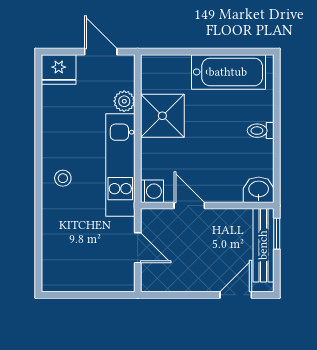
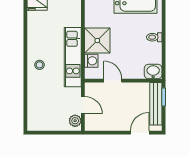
plant: (124, 101) -> (75, 121), moved
shower: (162, 116) -> (97, 40), moved
washing machine: (152, 191) -> (91, 61), moved

